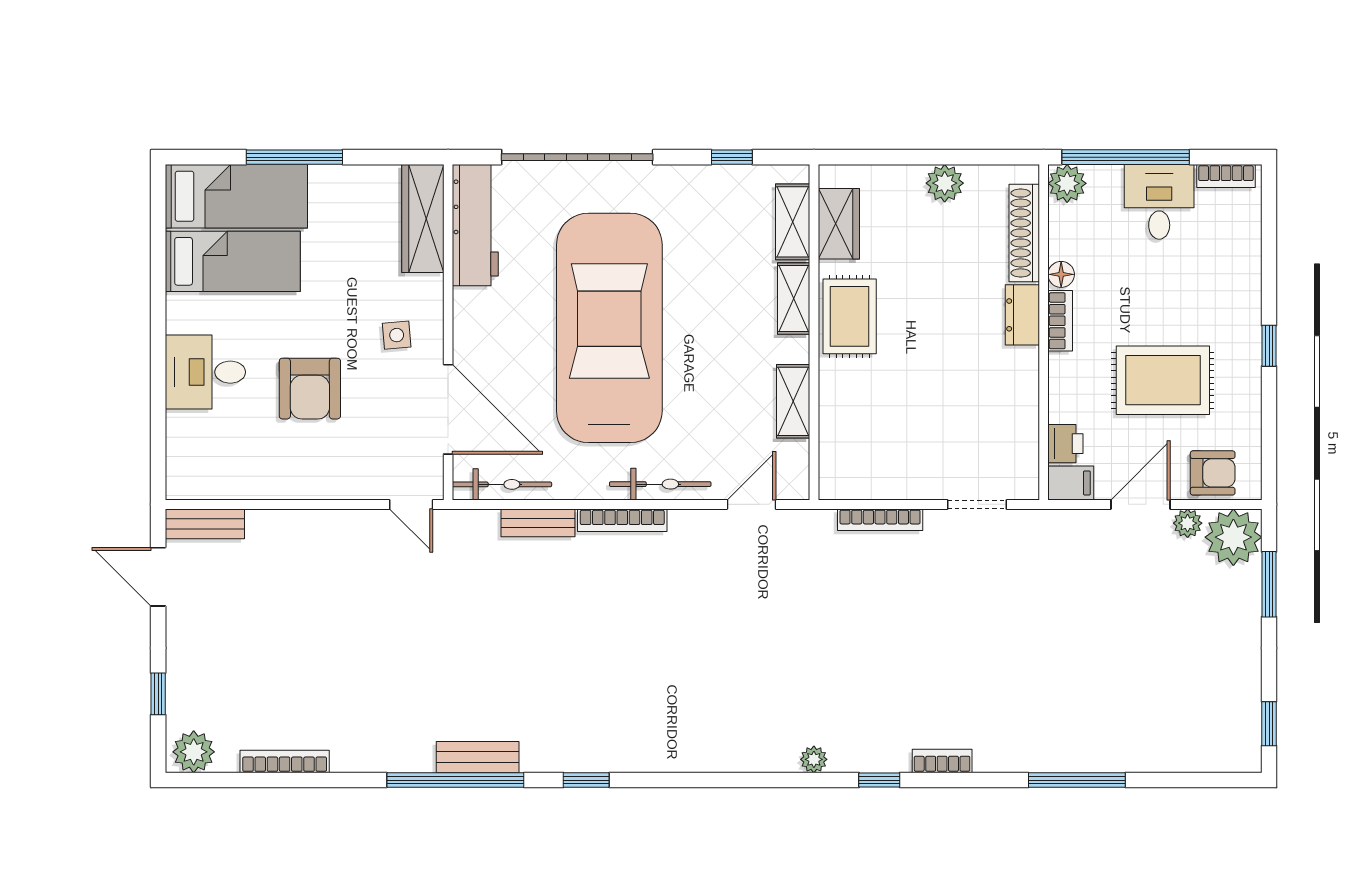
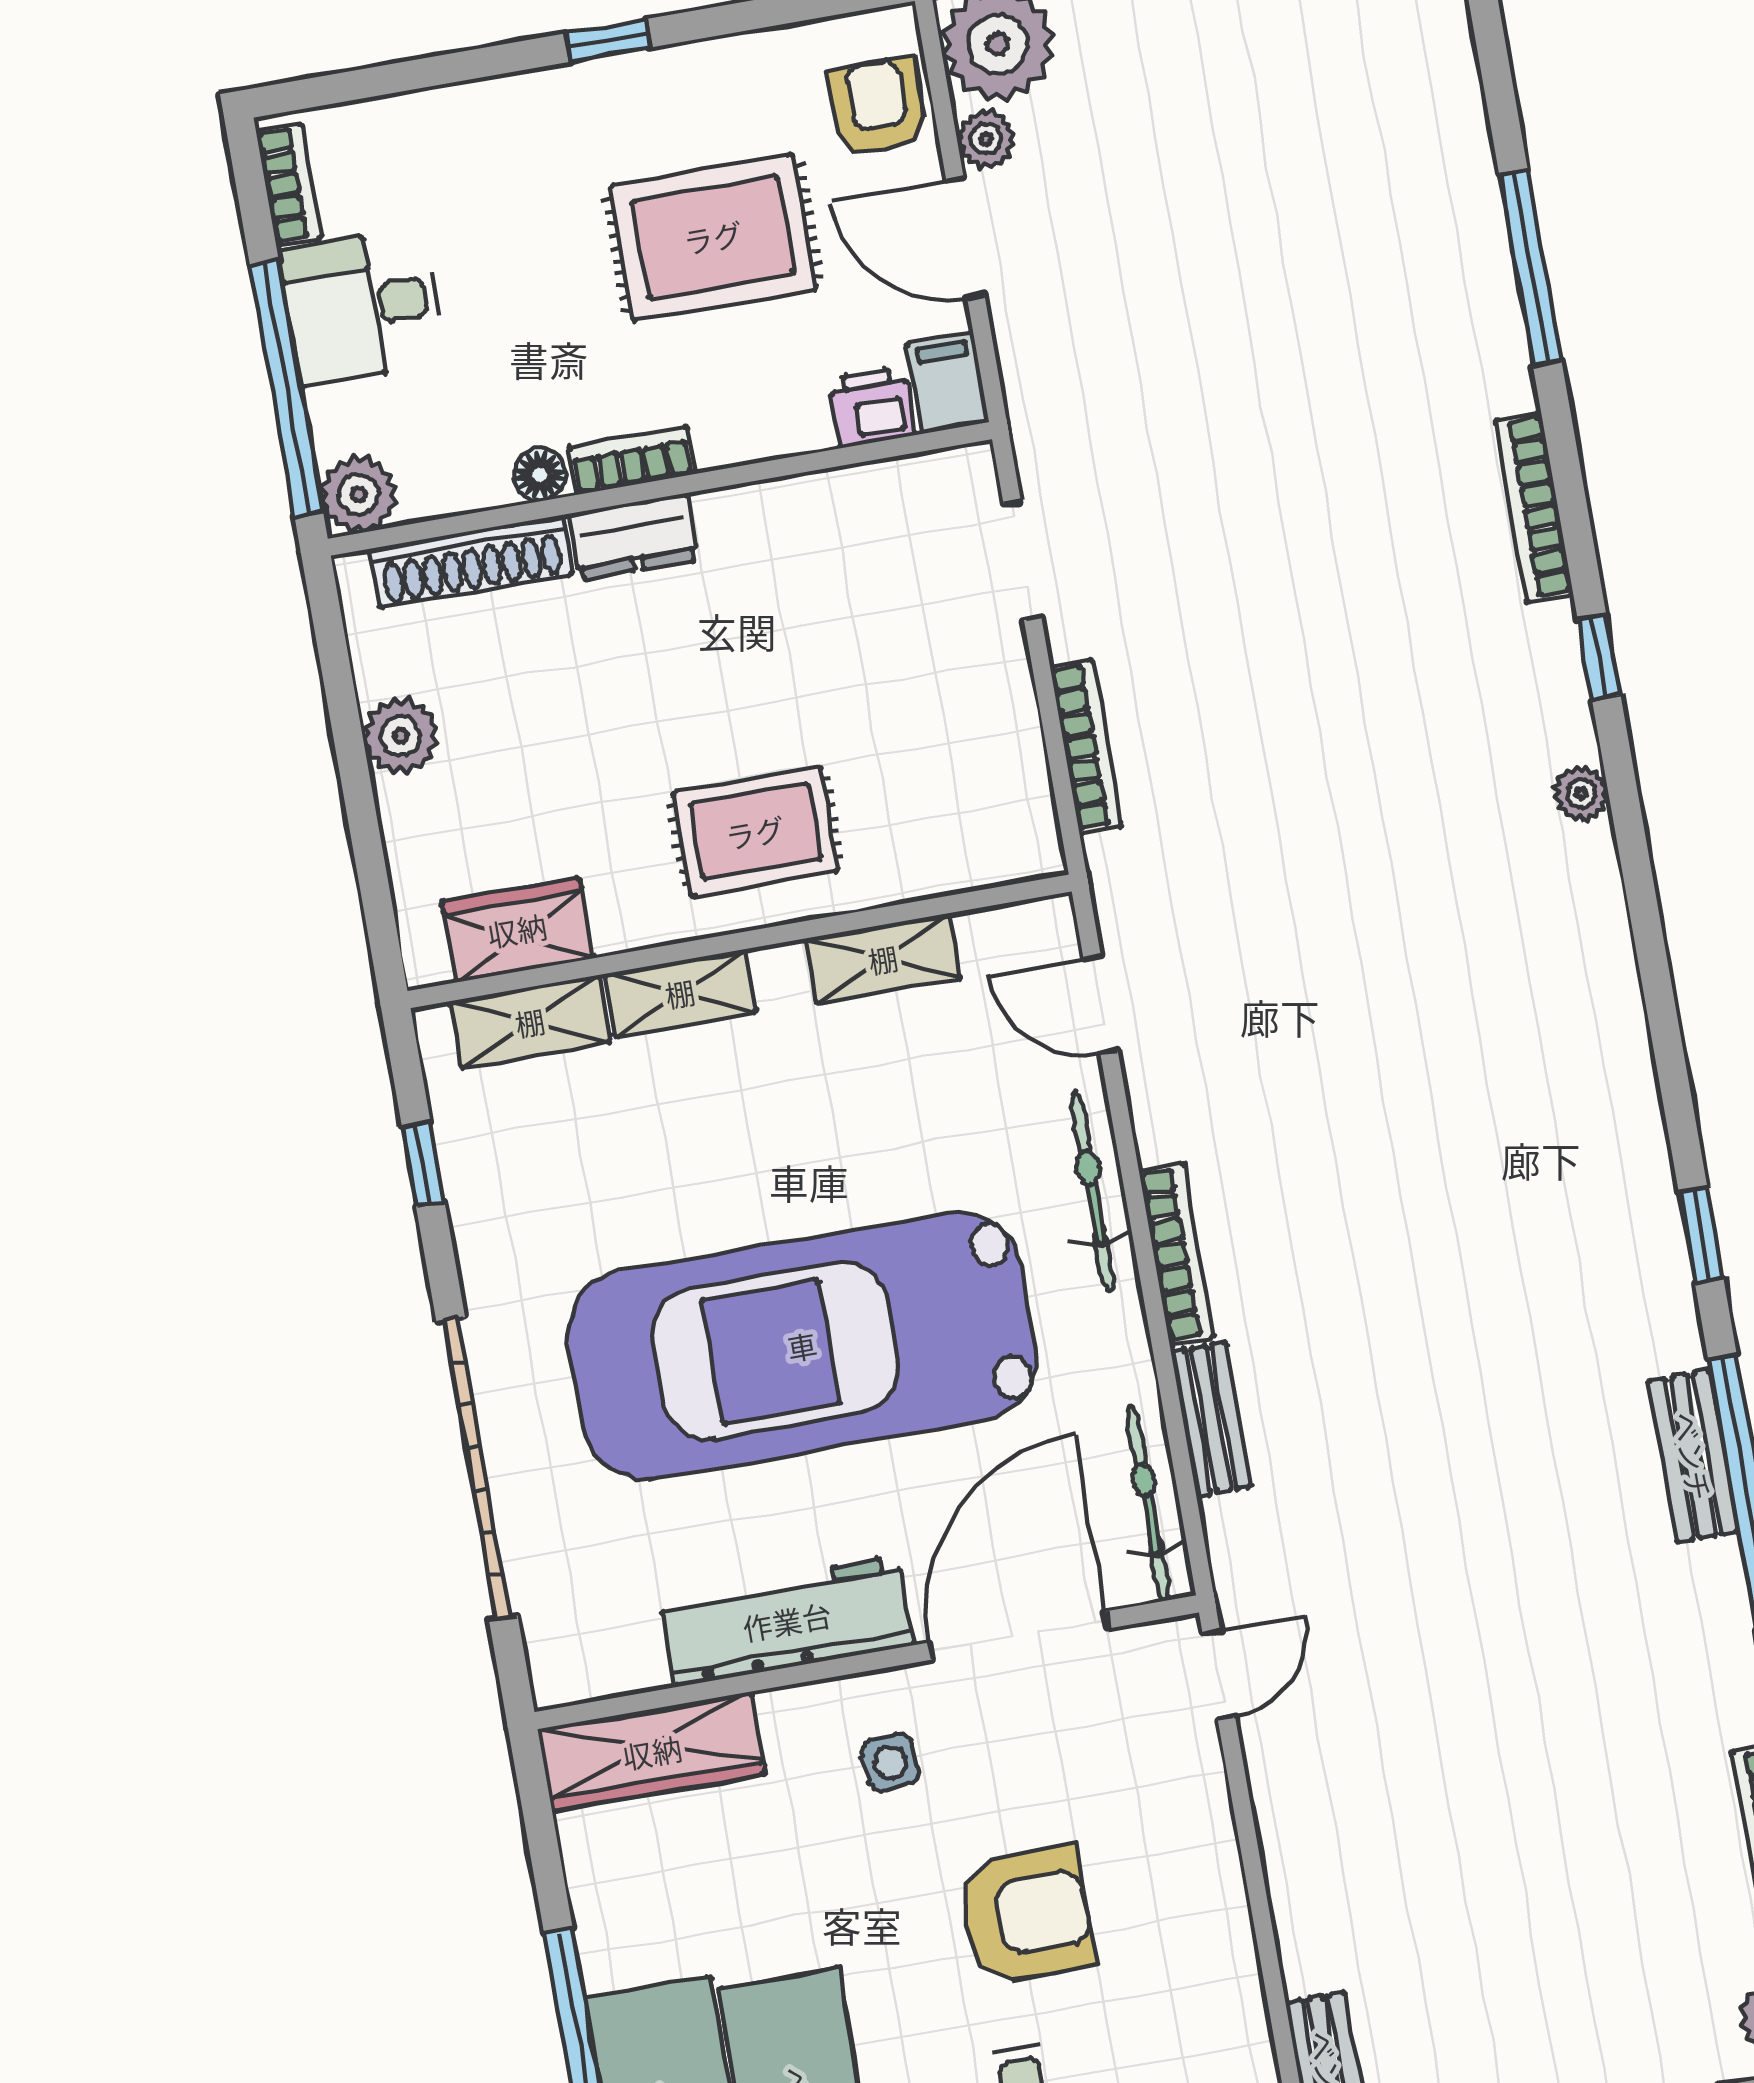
workbench: (475, 225) -> (787, 1621), moved
rug: (850, 316) -> (755, 832), moved
rug: (1163, 380) -> (713, 237), turned 90
bookcase: (942, 761) -> (1534, 507), width x1.56

